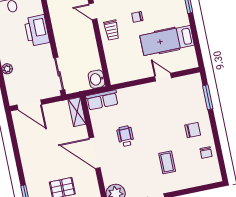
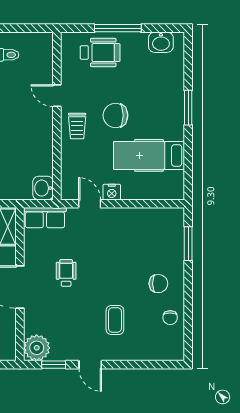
chair: (137, 17) -> (115, 115), width x1.87, depth x1.87
nightstand: (146, 72) -> (112, 192), added
door: (163, 77) -> (90, 204), moved

